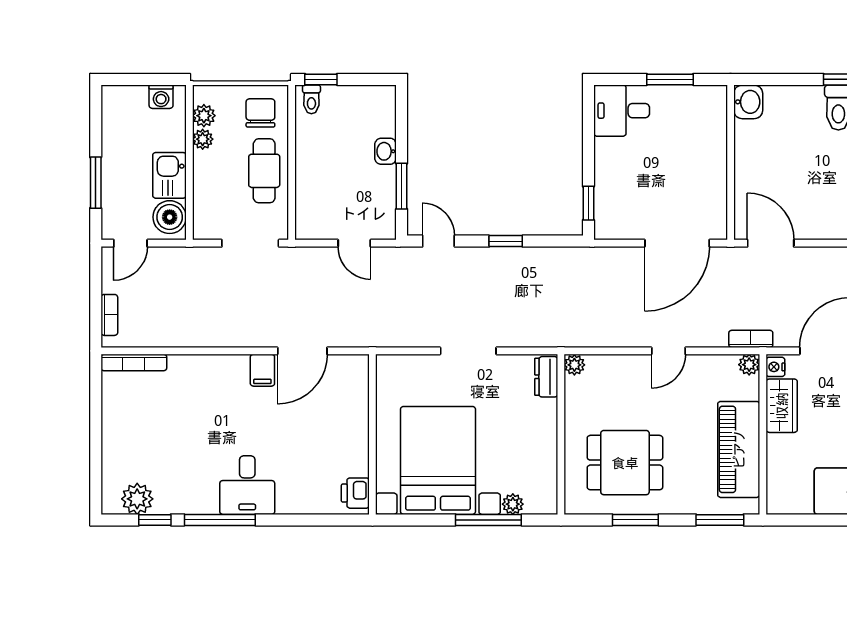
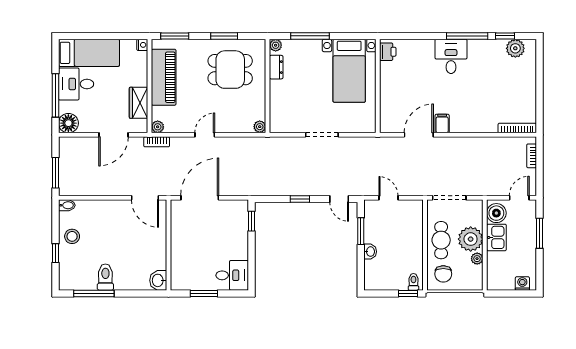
washing machine: (161, 97) -> (522, 283), moved
plant: (204, 116) -> (471, 239), moved, width x1.87, depth x1.87
nightstand: (775, 367) -> (142, 45), moved
dresser: (546, 377) -> (276, 67), moved
bed with nightstands: (438, 460) -> (349, 71), width x0.73
plant: (513, 504) -> (276, 45), moved

